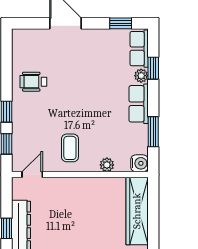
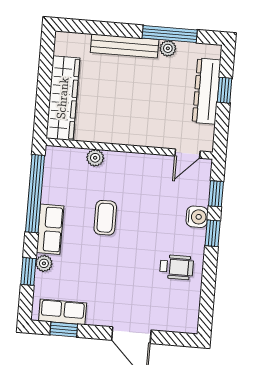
row of seats: (139, 49) -> (63, 312), moved, turned -90
window: (153, 132) -> (35, 194), width x2.11
coffee table: (70, 148) -> (105, 218), moved
water cooler: (139, 163) -> (197, 217), moved, turned 180

